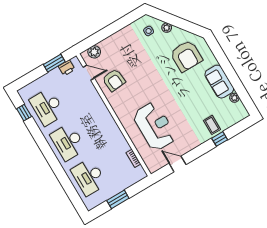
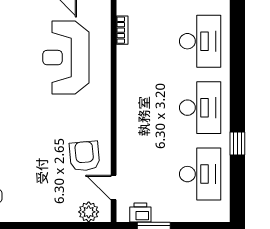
window: (24, 113) -> (237, 143), moved

